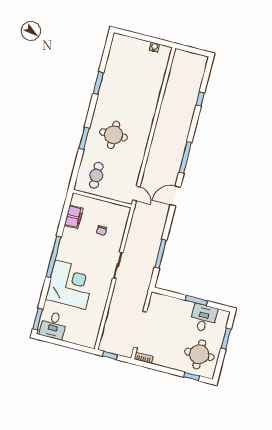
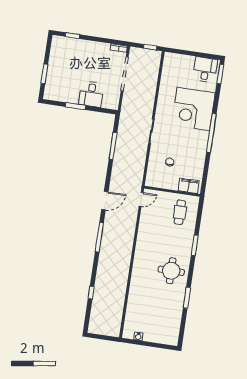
round table: (114, 135) -> (171, 271), moved
door: (136, 193) -> (141, 199), swing flipped
filing cabinet: (74, 217) -> (189, 186), moved, turned 90
desk: (203, 318) -> (91, 94), moved
round table: (199, 354) -> (68, 57), removed

